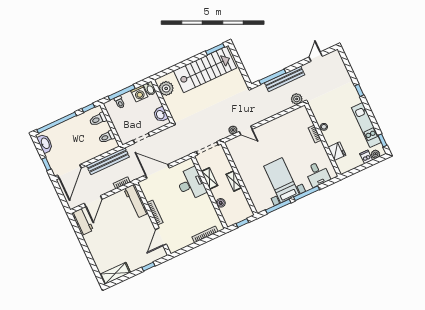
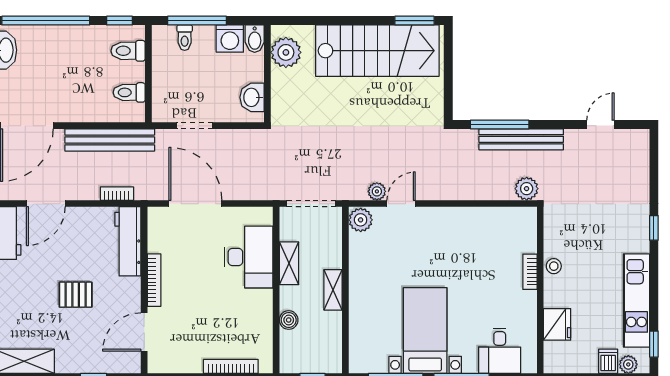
door: (246, 130) -> (401, 204), swing flipped
plant: (232, 145) -> (361, 220), added
pallet: (124, 234) -> (76, 295), added

